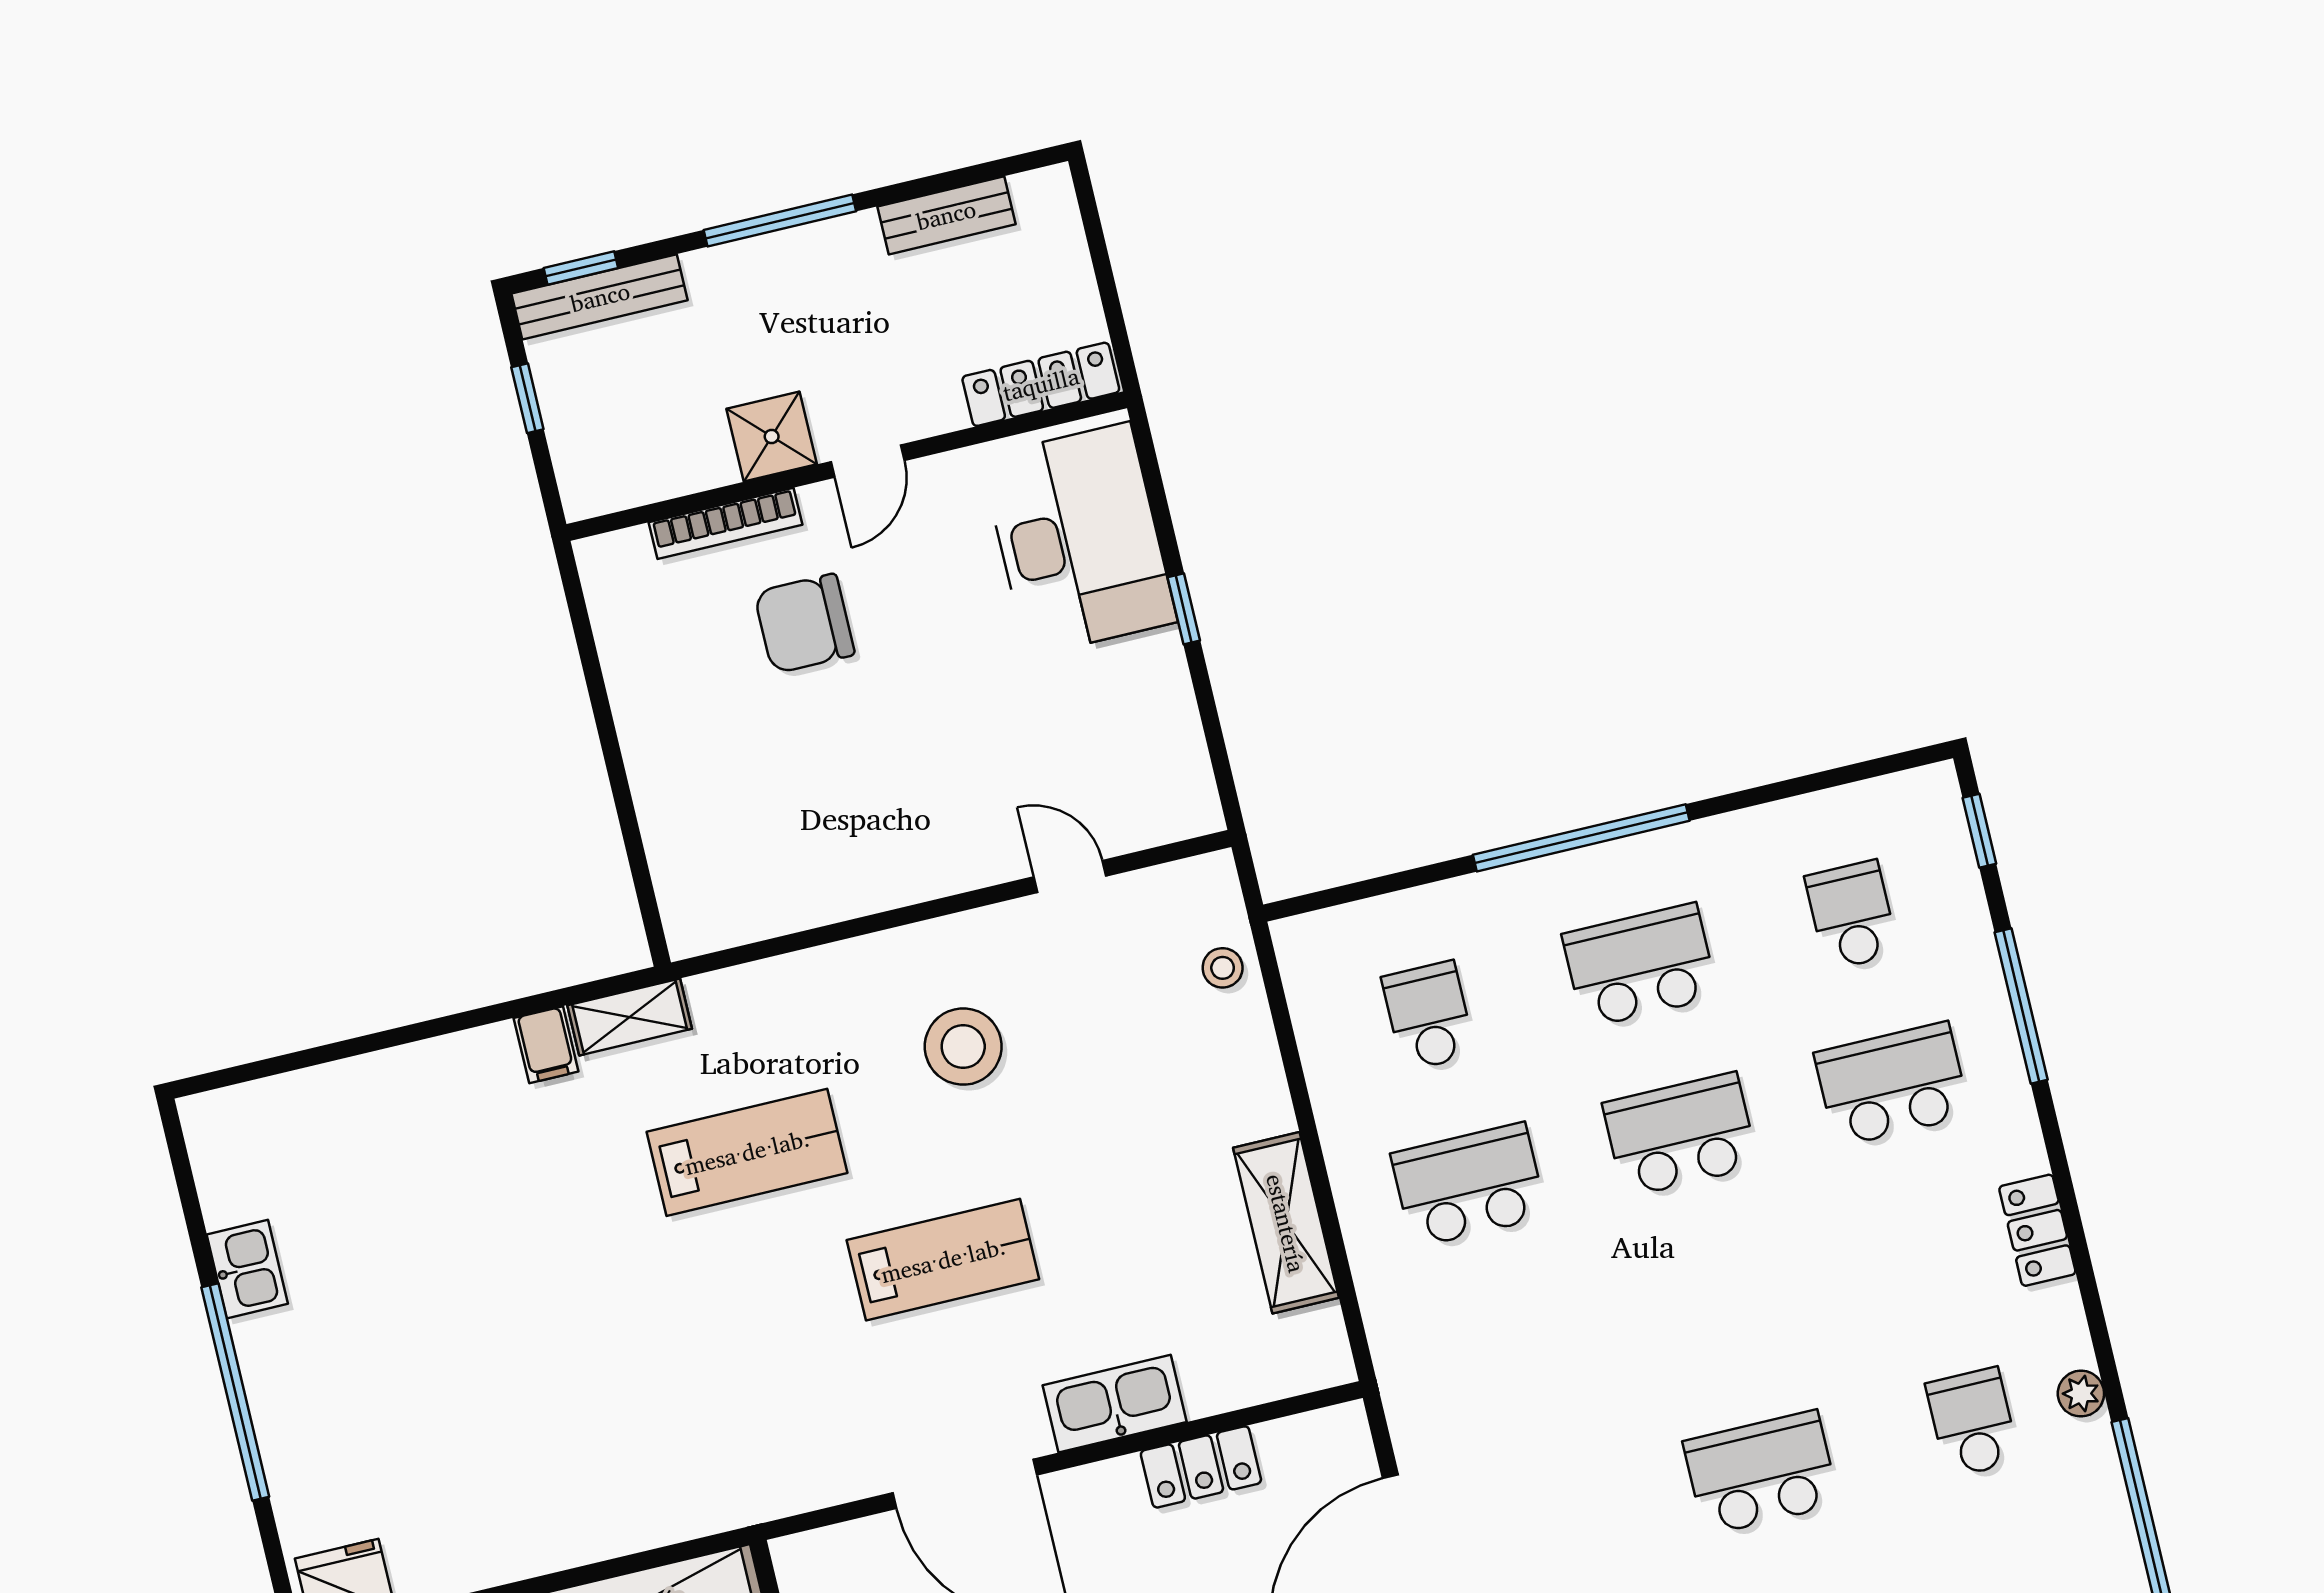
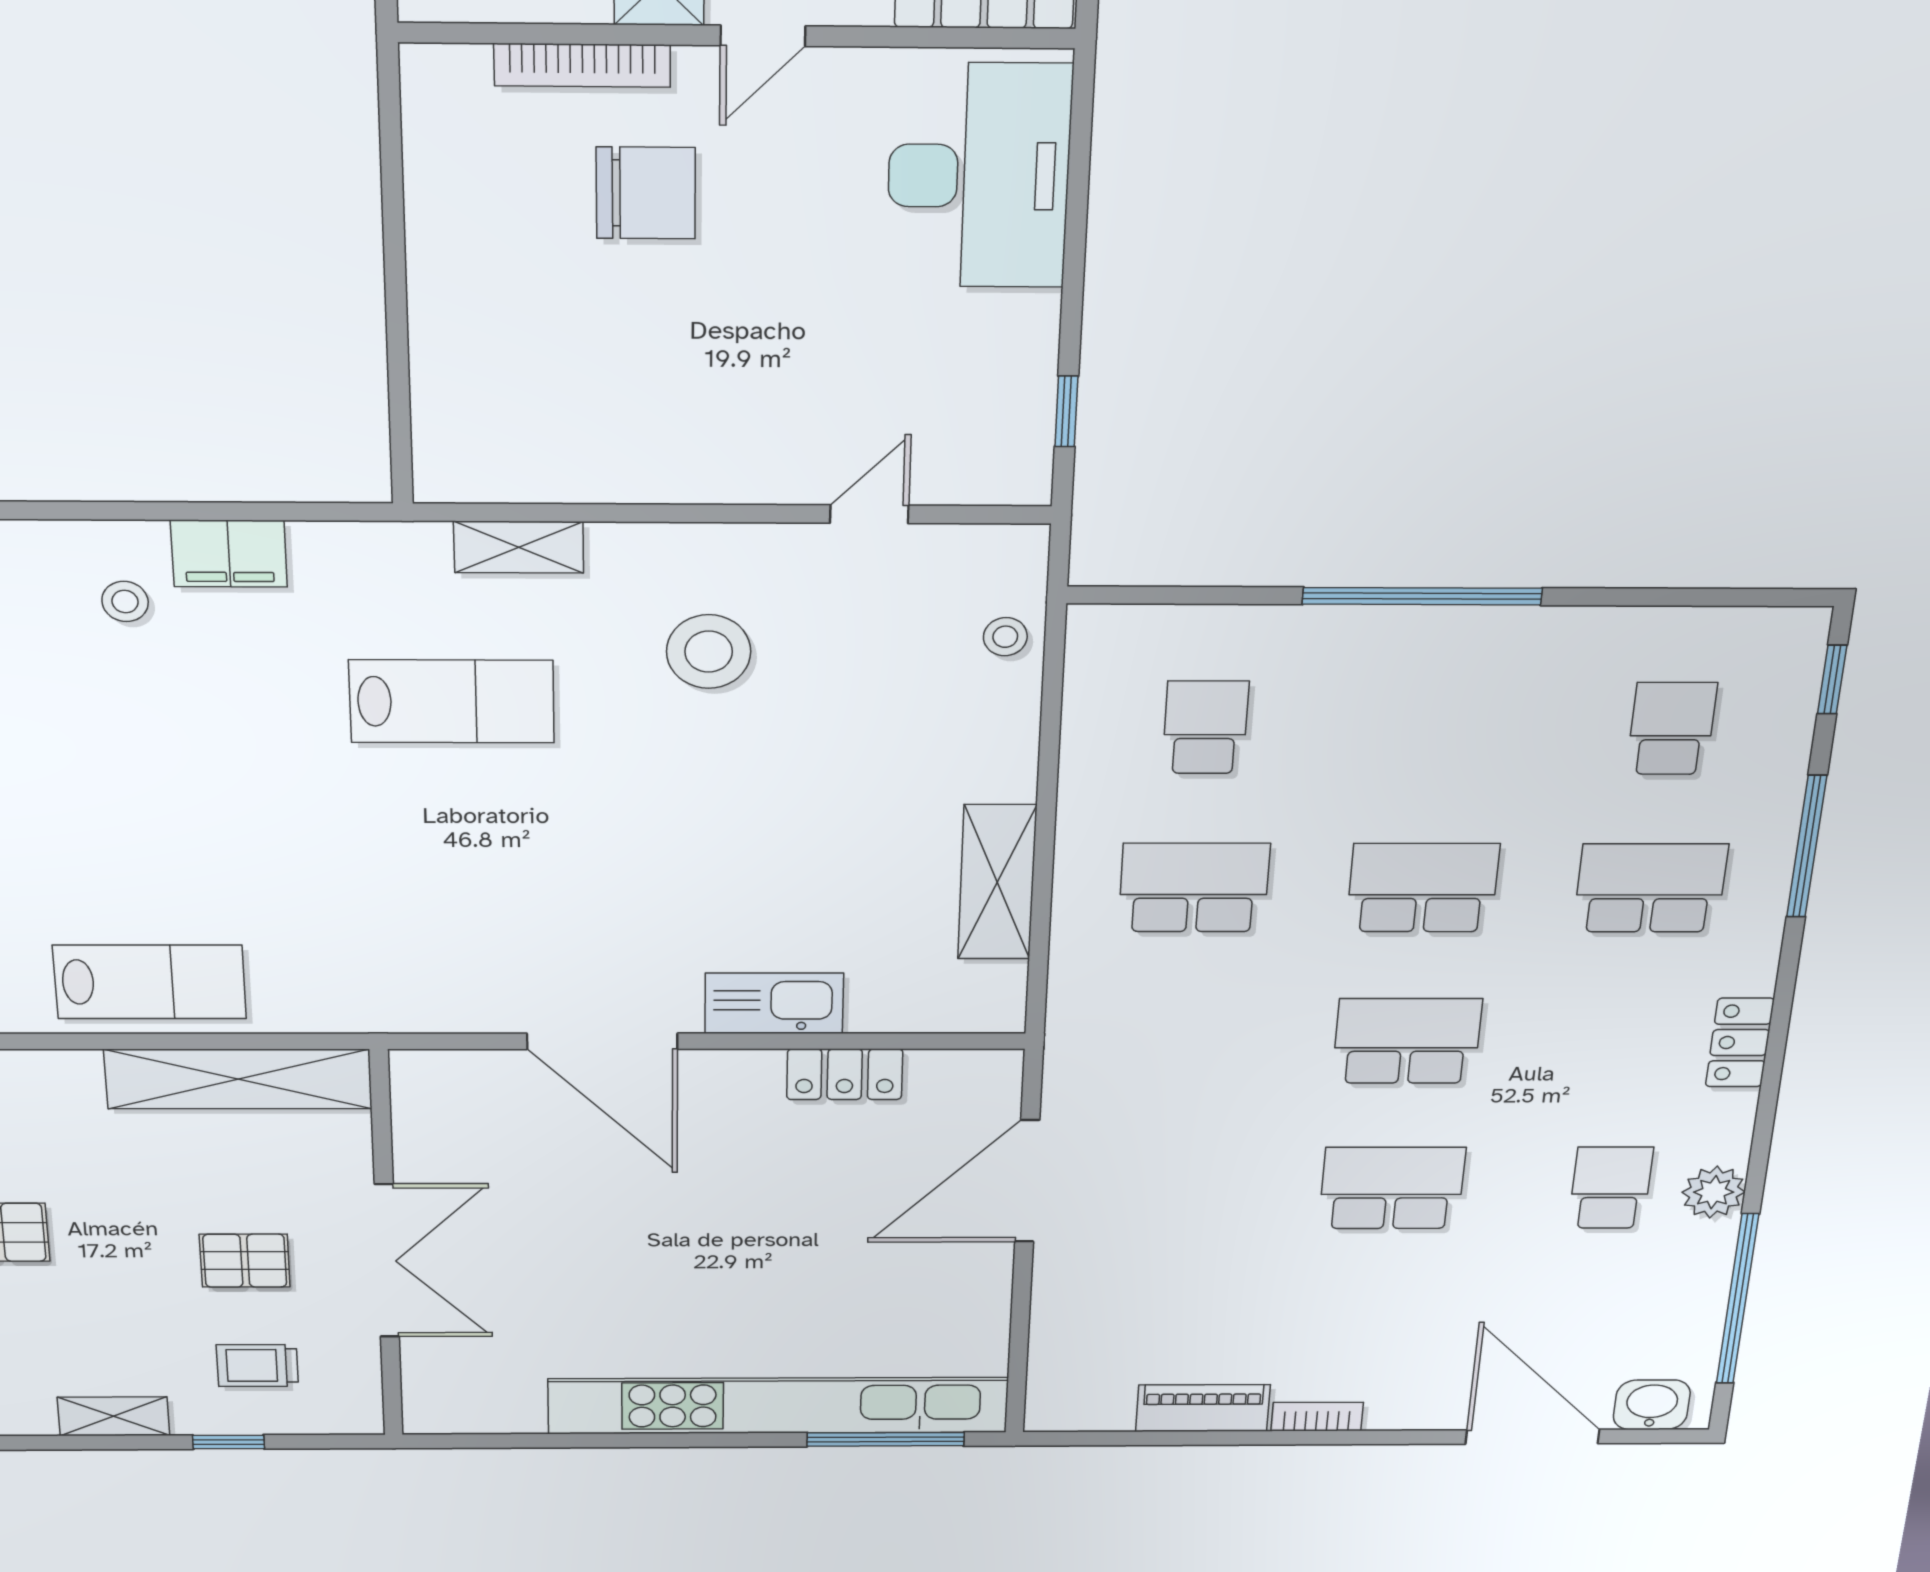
window: (1184, 609) -> (1066, 411), moved
chair: (804, 623) -> (646, 193), turned 180
door: (1070, 876) -> (869, 514), hinge flipped
school desk: (1640, 966) -> (1407, 1041), moved
shelving: (630, 1017) -> (519, 547), moved
filing cabinet: (546, 1045) -> (229, 554), width x2.00
stool: (440, 1120) -> (125, 601), added
lab bench: (943, 1260) -> (150, 982), moved
plant: (2081, 1394) -> (1714, 1192), width x1.38, depth x1.38

